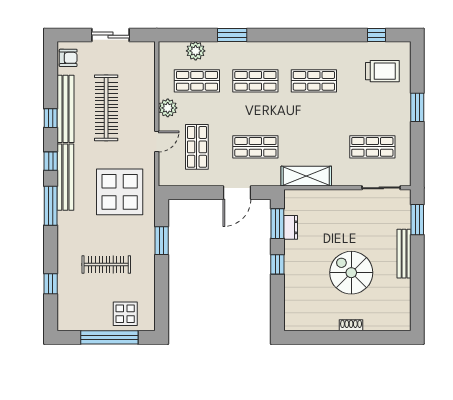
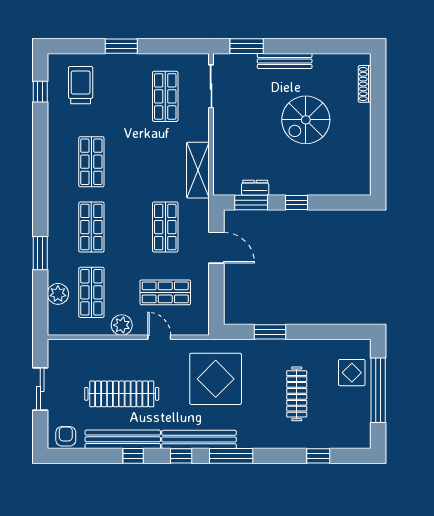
shoe rack: (351, 325) -> (365, 84), moved, width x1.43

